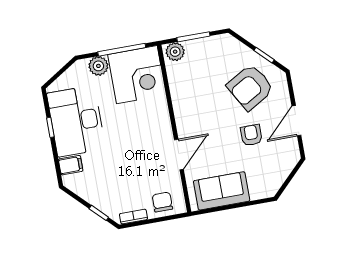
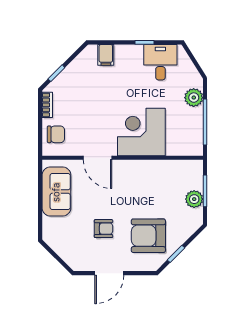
plant: (175, 52) -> (194, 199), moved
corner desk: (137, 75) -> (141, 132), moved, turned 90
armchair: (250, 87) -> (148, 236), turned -60
desk: (76, 121) -> (160, 62), width x0.53, depth x0.77
door: (296, 121) -> (109, 273), swing flipped

